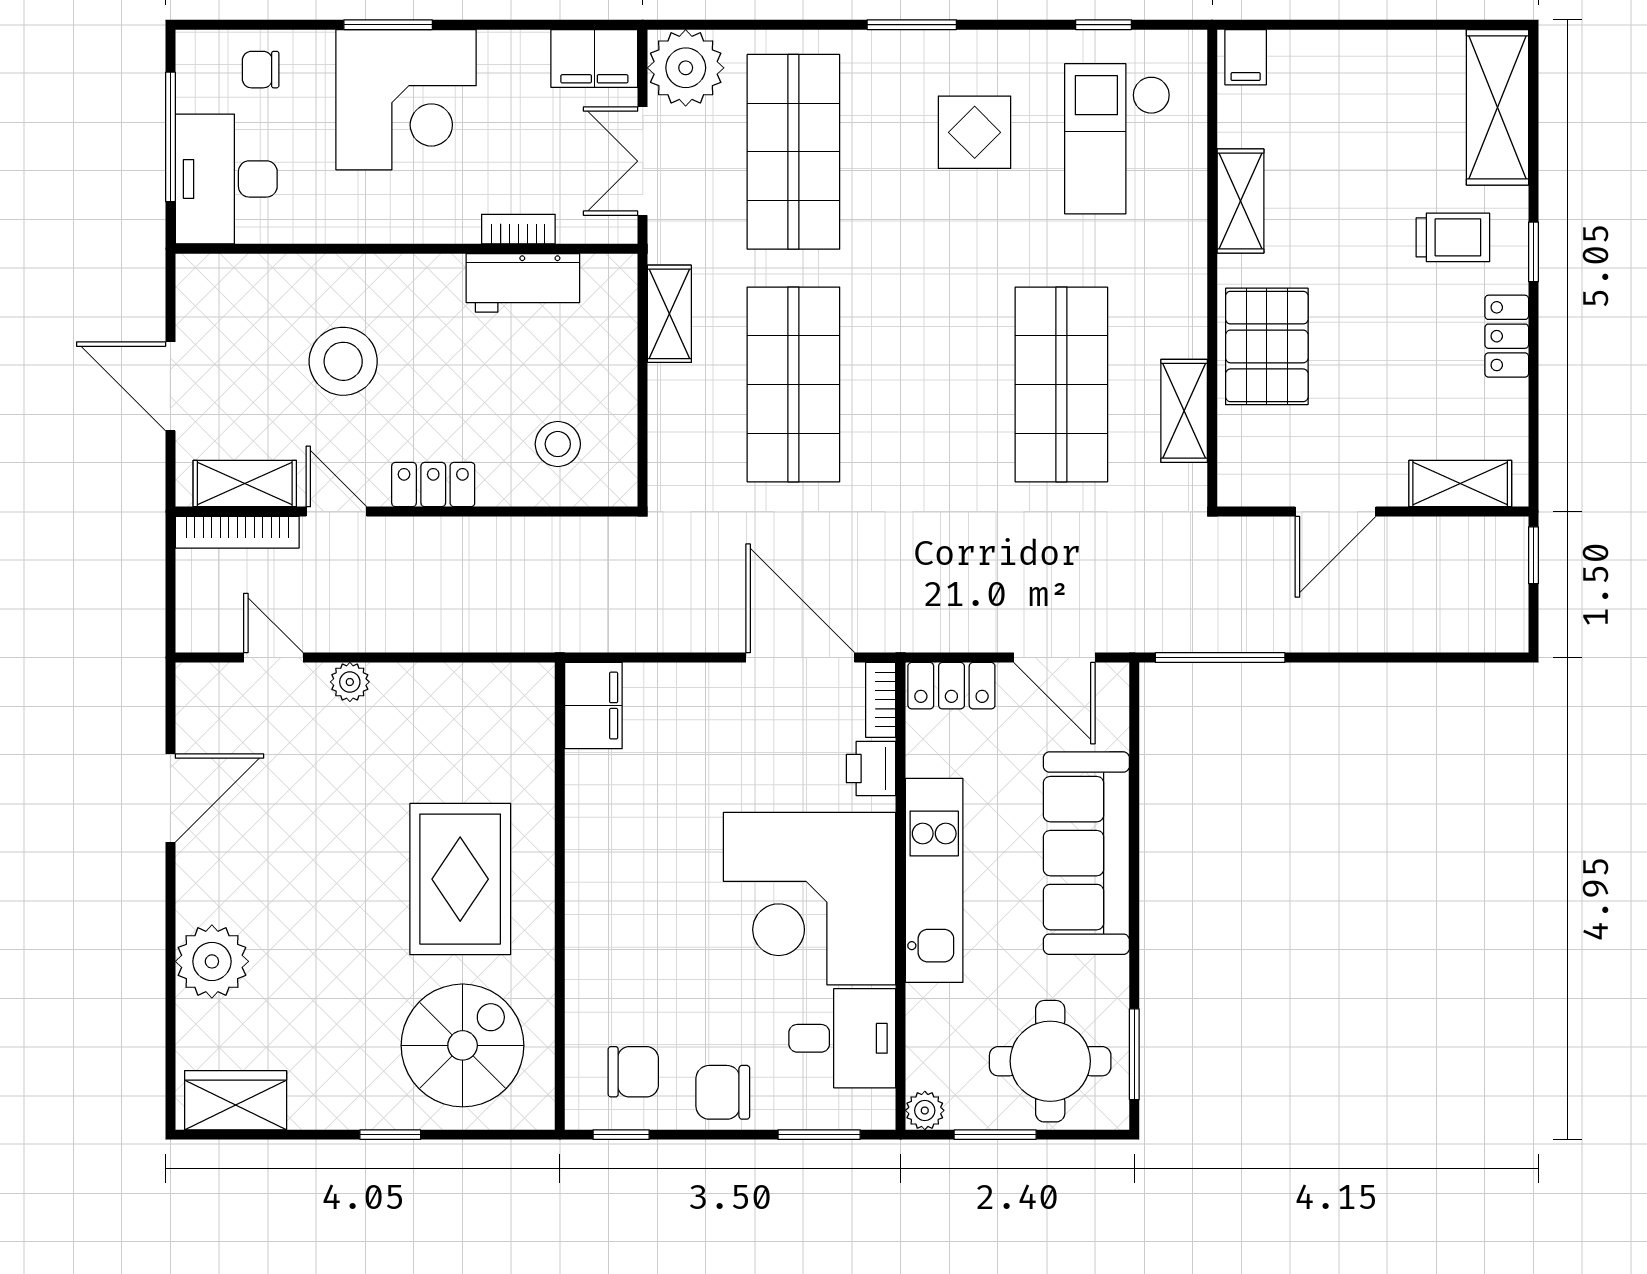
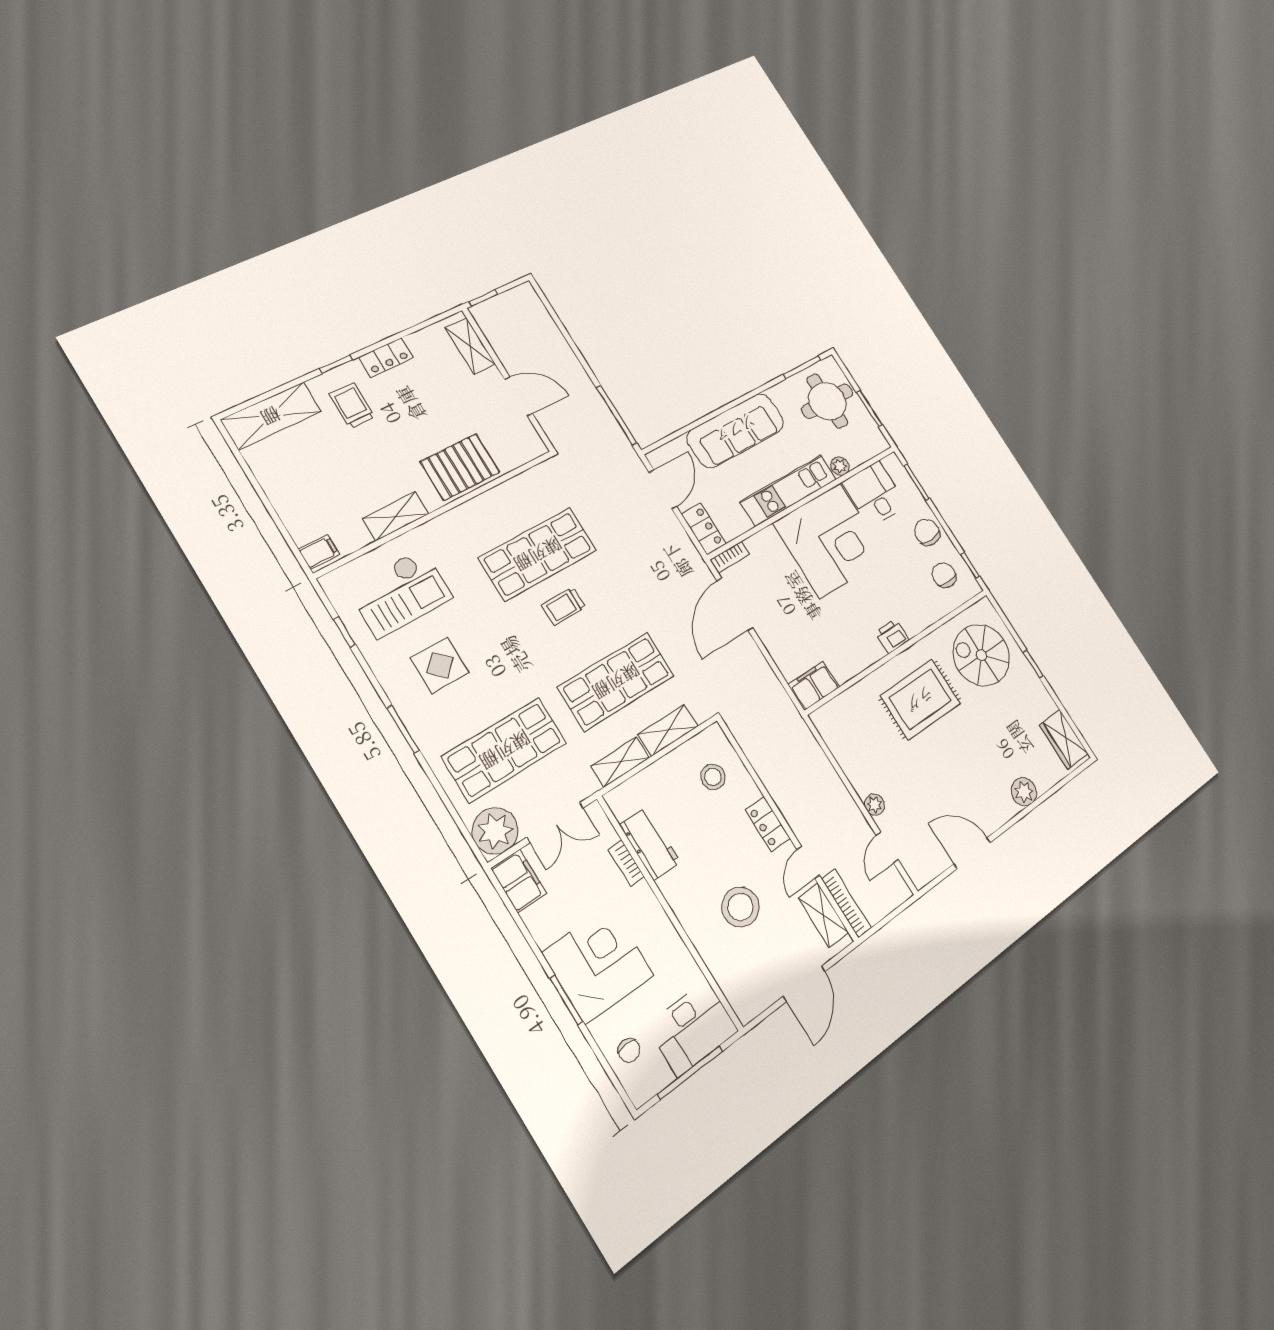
trolley: (957, 374) -> (564, 606), added
shelving: (1184, 411) -> (668, 730), moved
printer: (871, 769) -> (892, 636), moved, turned 180
plant: (212, 961) -> (1024, 792), width x0.73, depth x0.73
chair: (723, 1092) -> (927, 532), turned 180
plant: (925, 1110) -> (840, 466), moved

